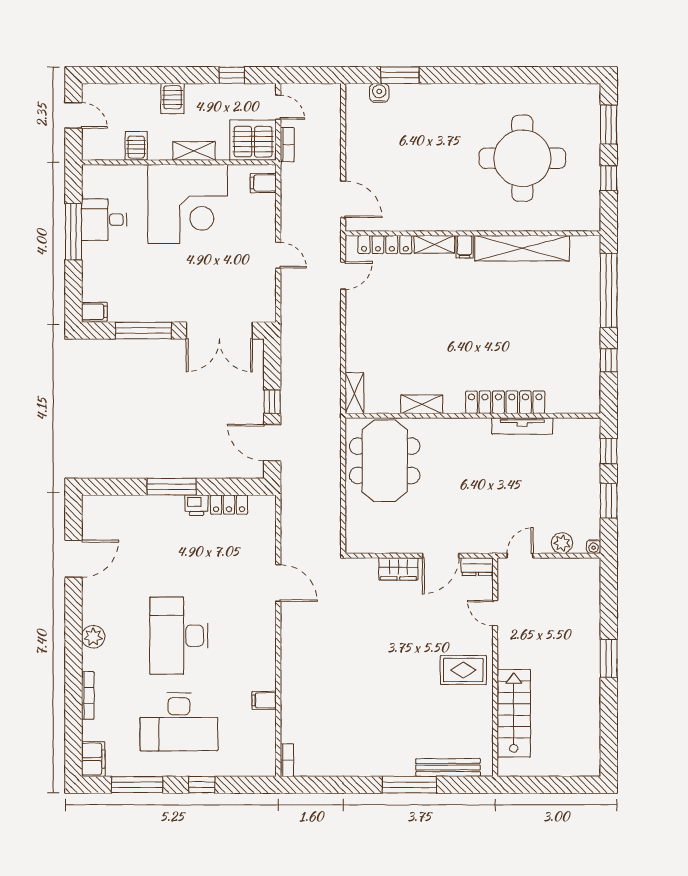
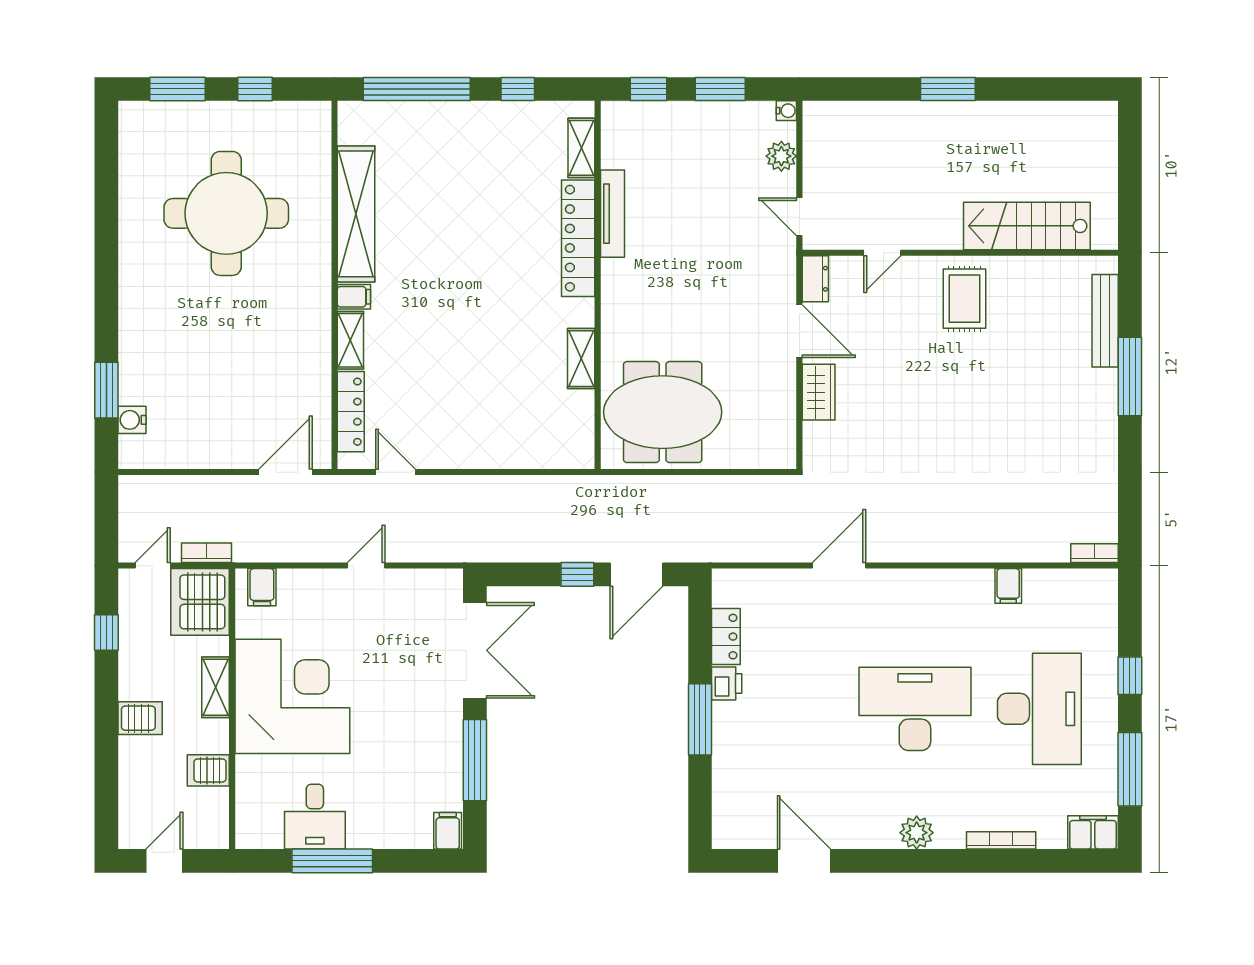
shelving: (354, 393) -> (581, 148), moved, turned 90
desk: (179, 636) -> (915, 709), turned 180

